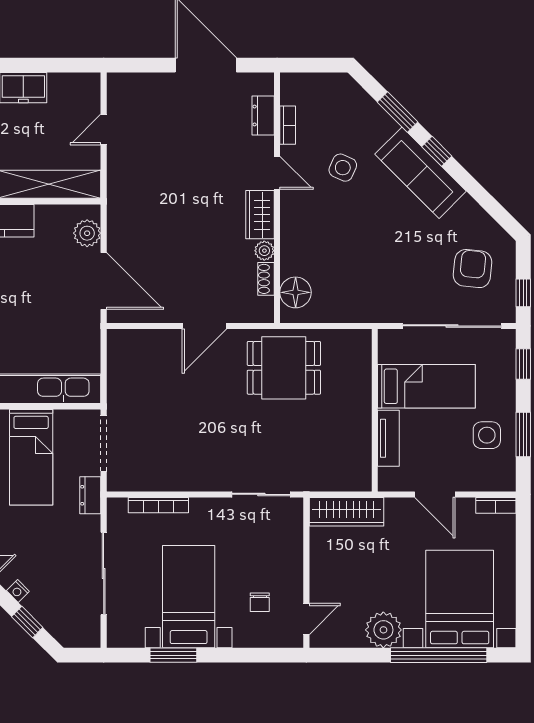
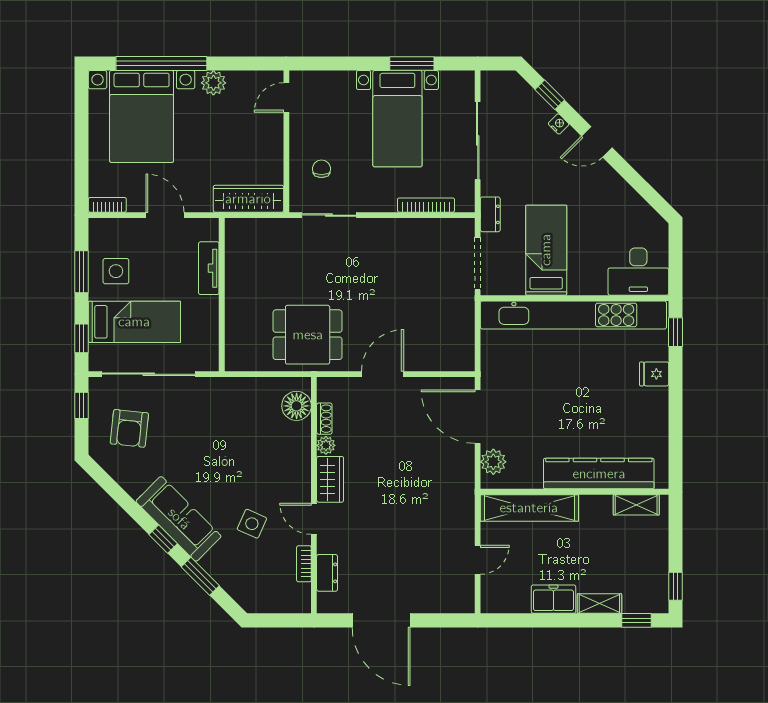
bed: (426, 386) -> (134, 322), moved, turned 180
chair: (260, 602) -> (321, 169), moved
plant: (383, 630) -> (213, 83), width x0.73, depth x0.73

